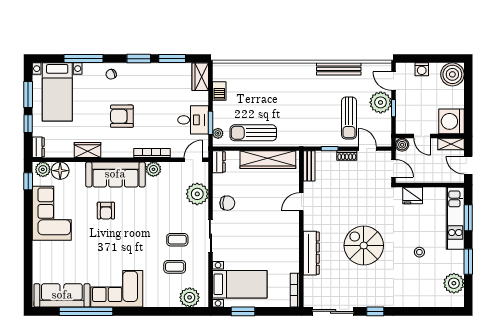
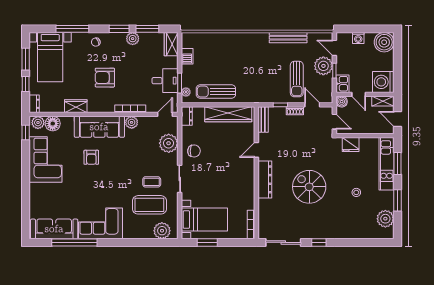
plant: (155, 70) -> (133, 39), added
kitchen sink: (403, 124) -> (343, 84), added
dresser: (311, 253) -> (265, 179), moved
coffee table: (175, 267) -> (149, 205), width x1.86, depth x1.72

